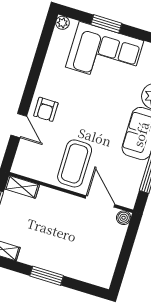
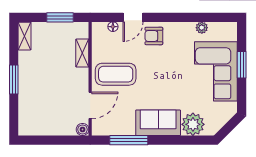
plant: (62, 23) -> (202, 28), moved
floor lamp: (22, 151) -> (113, 27), added
shelving: (22, 187) -> (82, 53), moved

